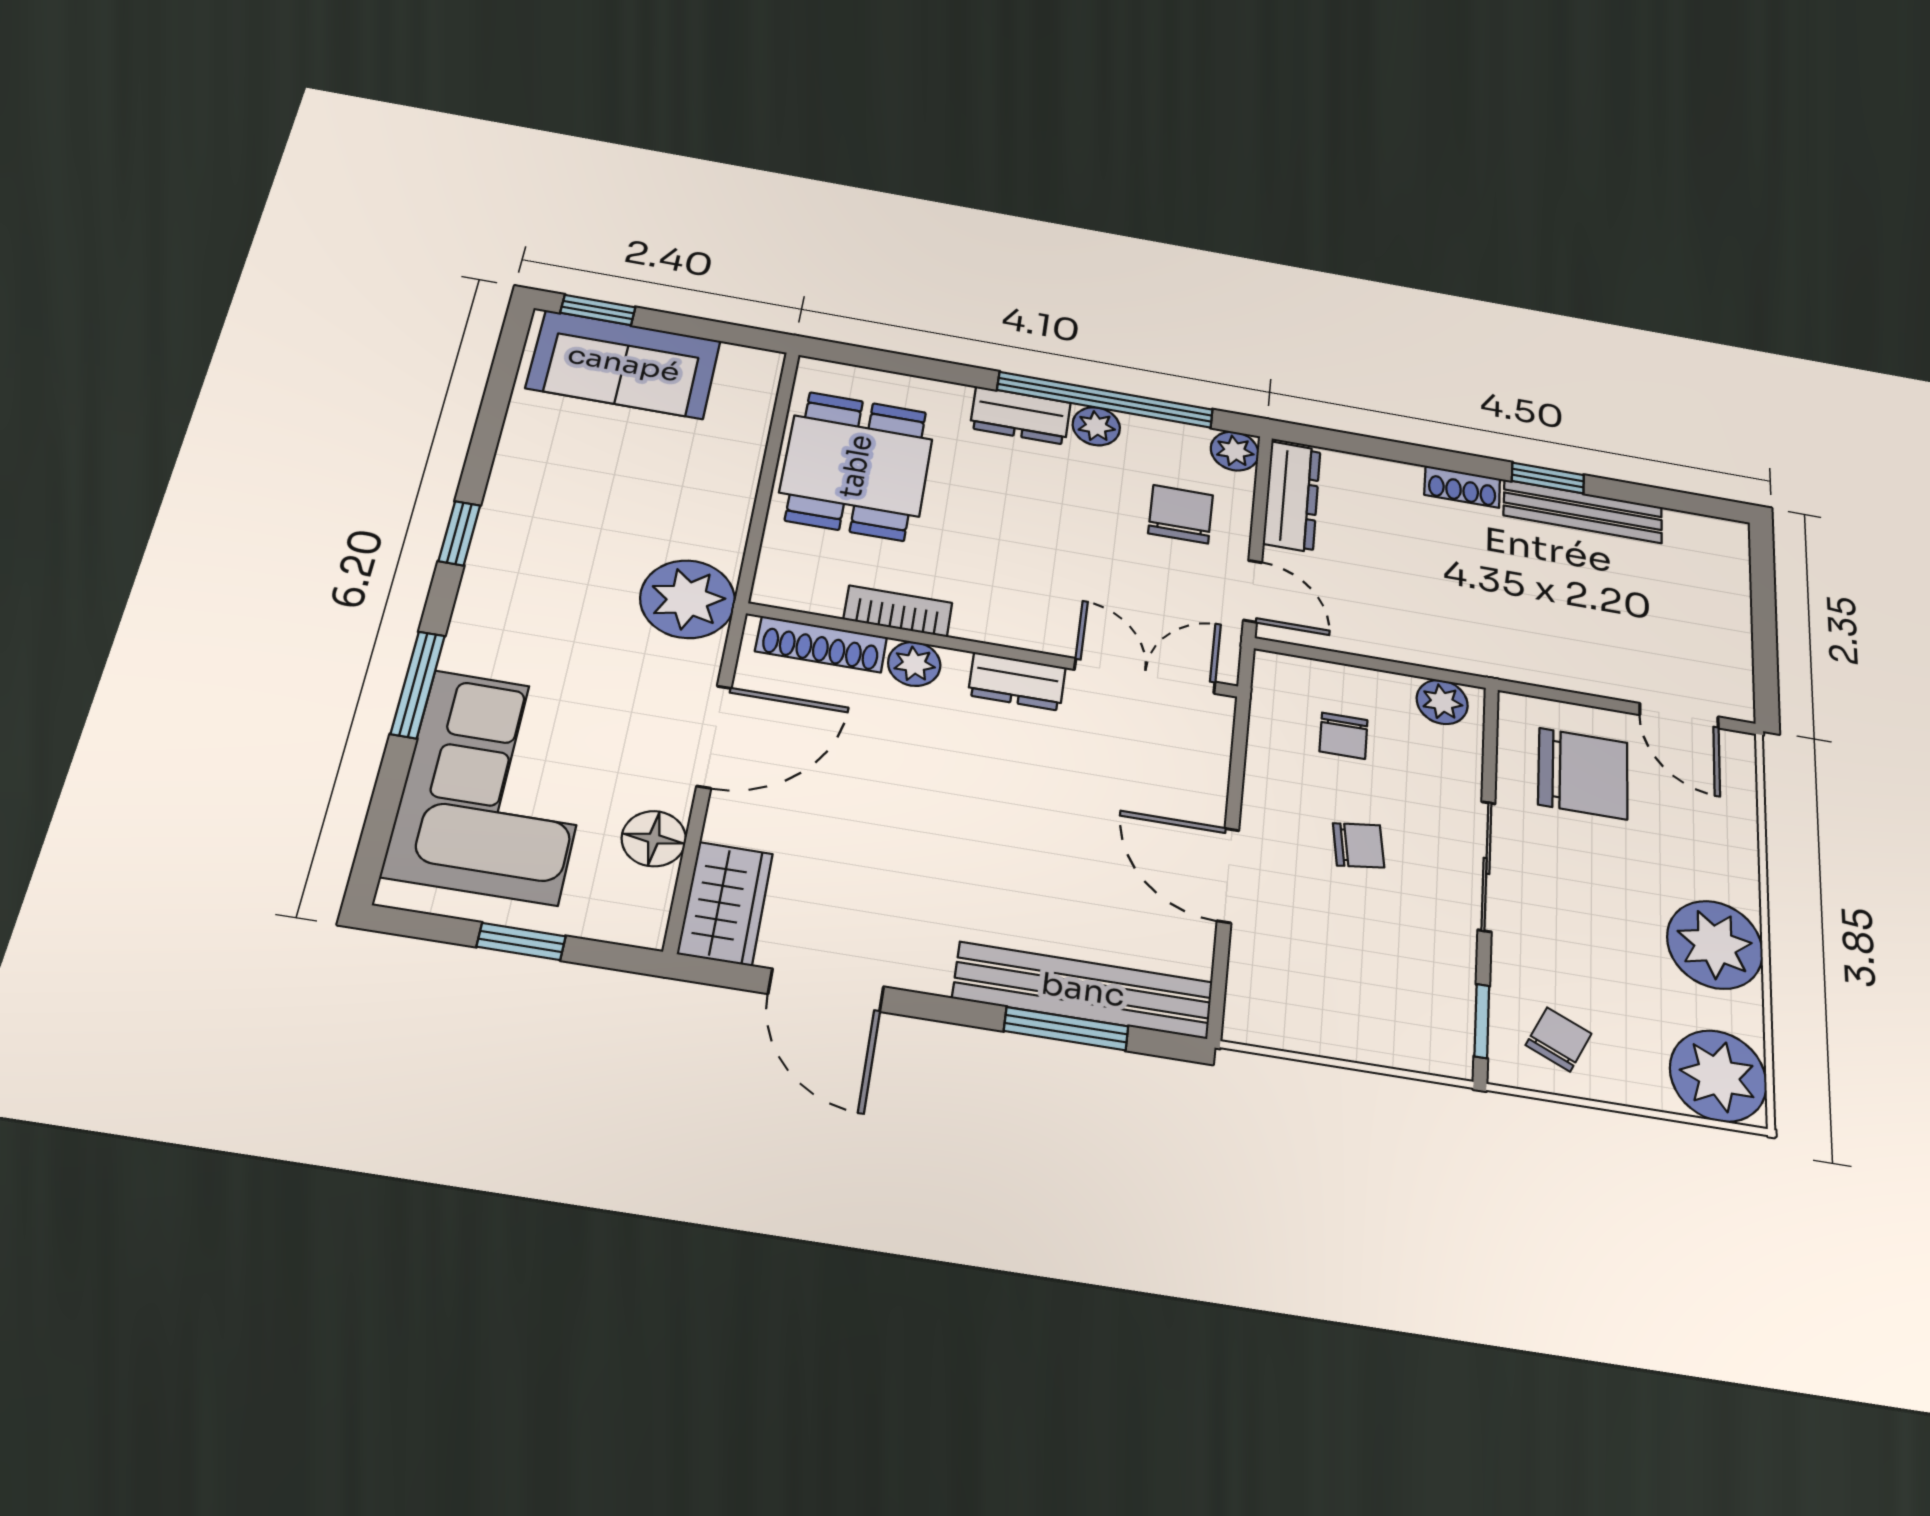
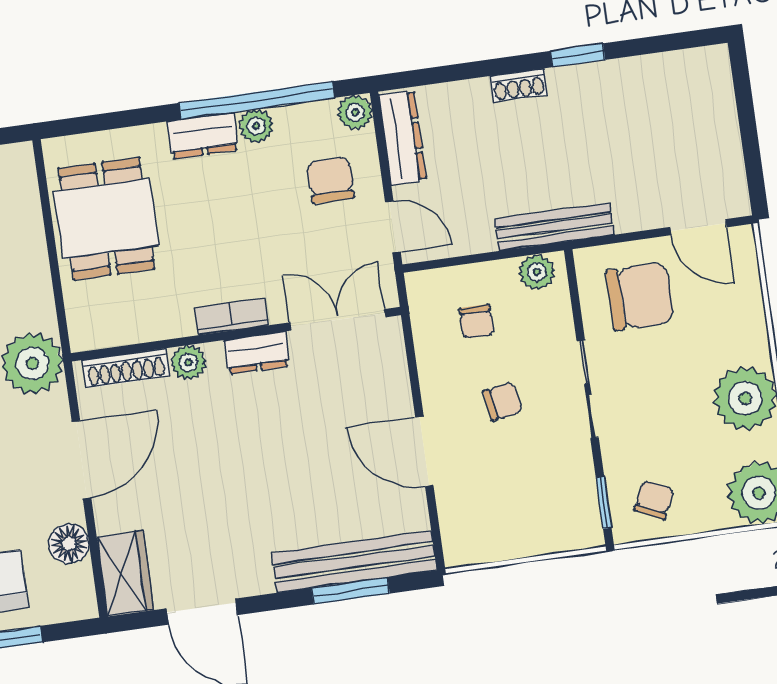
bench: (1583, 511) -> (554, 227), moved
bookcase: (898, 611) -> (231, 316), moved

